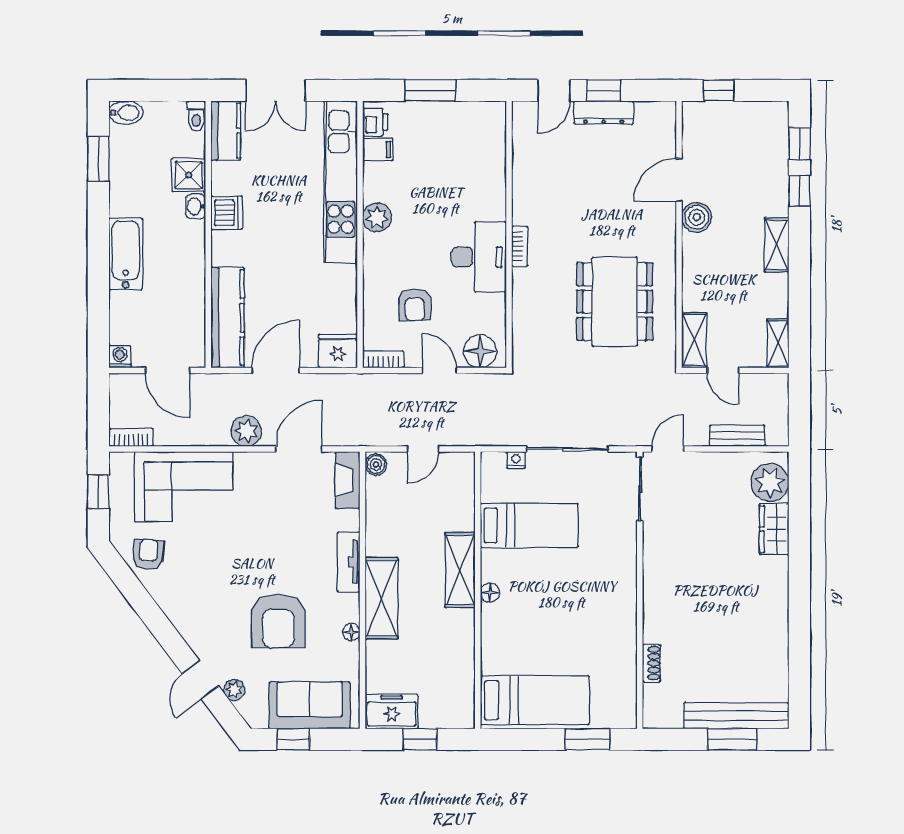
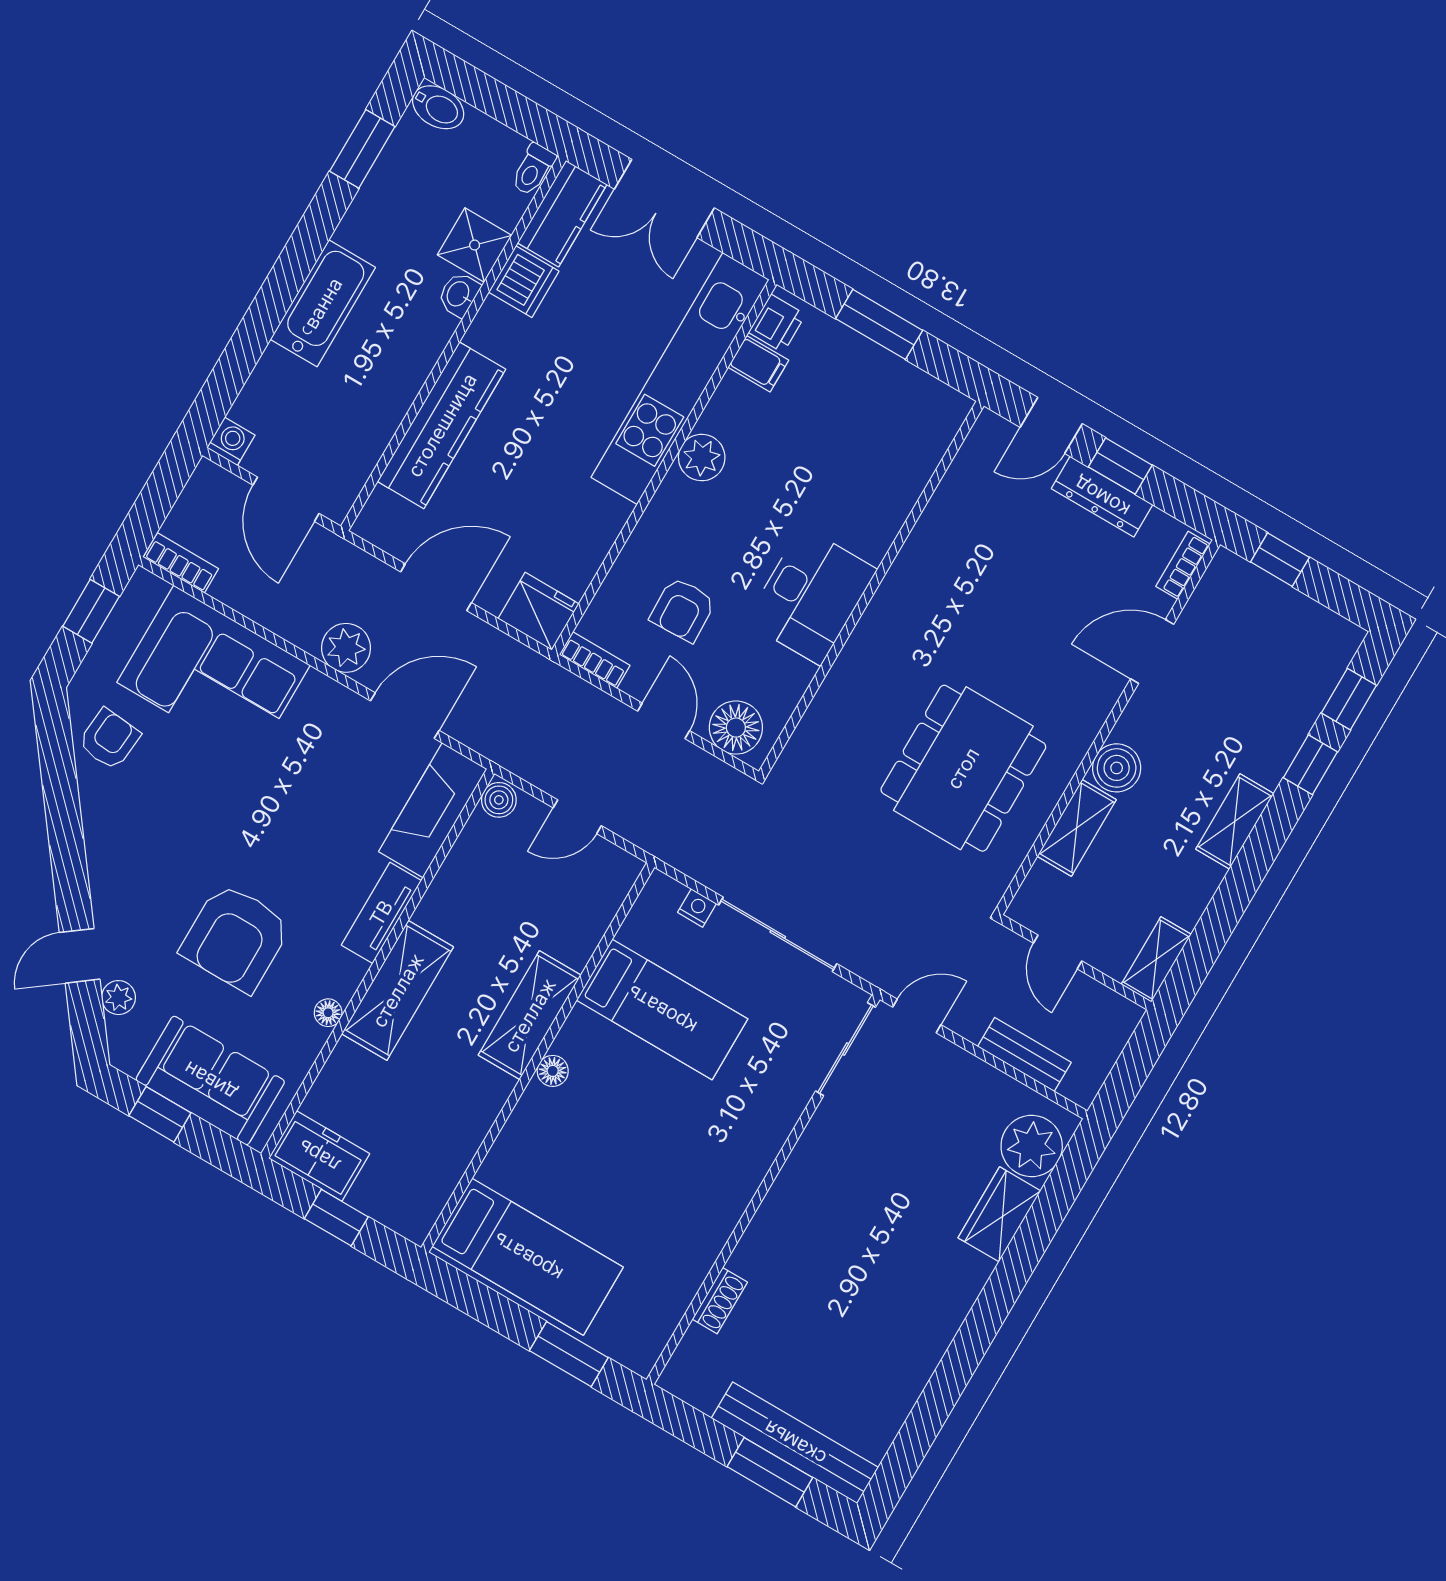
dishwasher: (226, 213) -> (524, 282), moved
boiler: (697, 217) -> (1117, 768), moved
bookcase: (520, 246) -> (1183, 565), moved, turned 180
kitchen counter: (228, 318) -> (442, 425), moved
shelving: (694, 340) -> (1077, 828), moved
fireplace: (348, 480) -> (433, 810), width x1.37, depth x1.32

